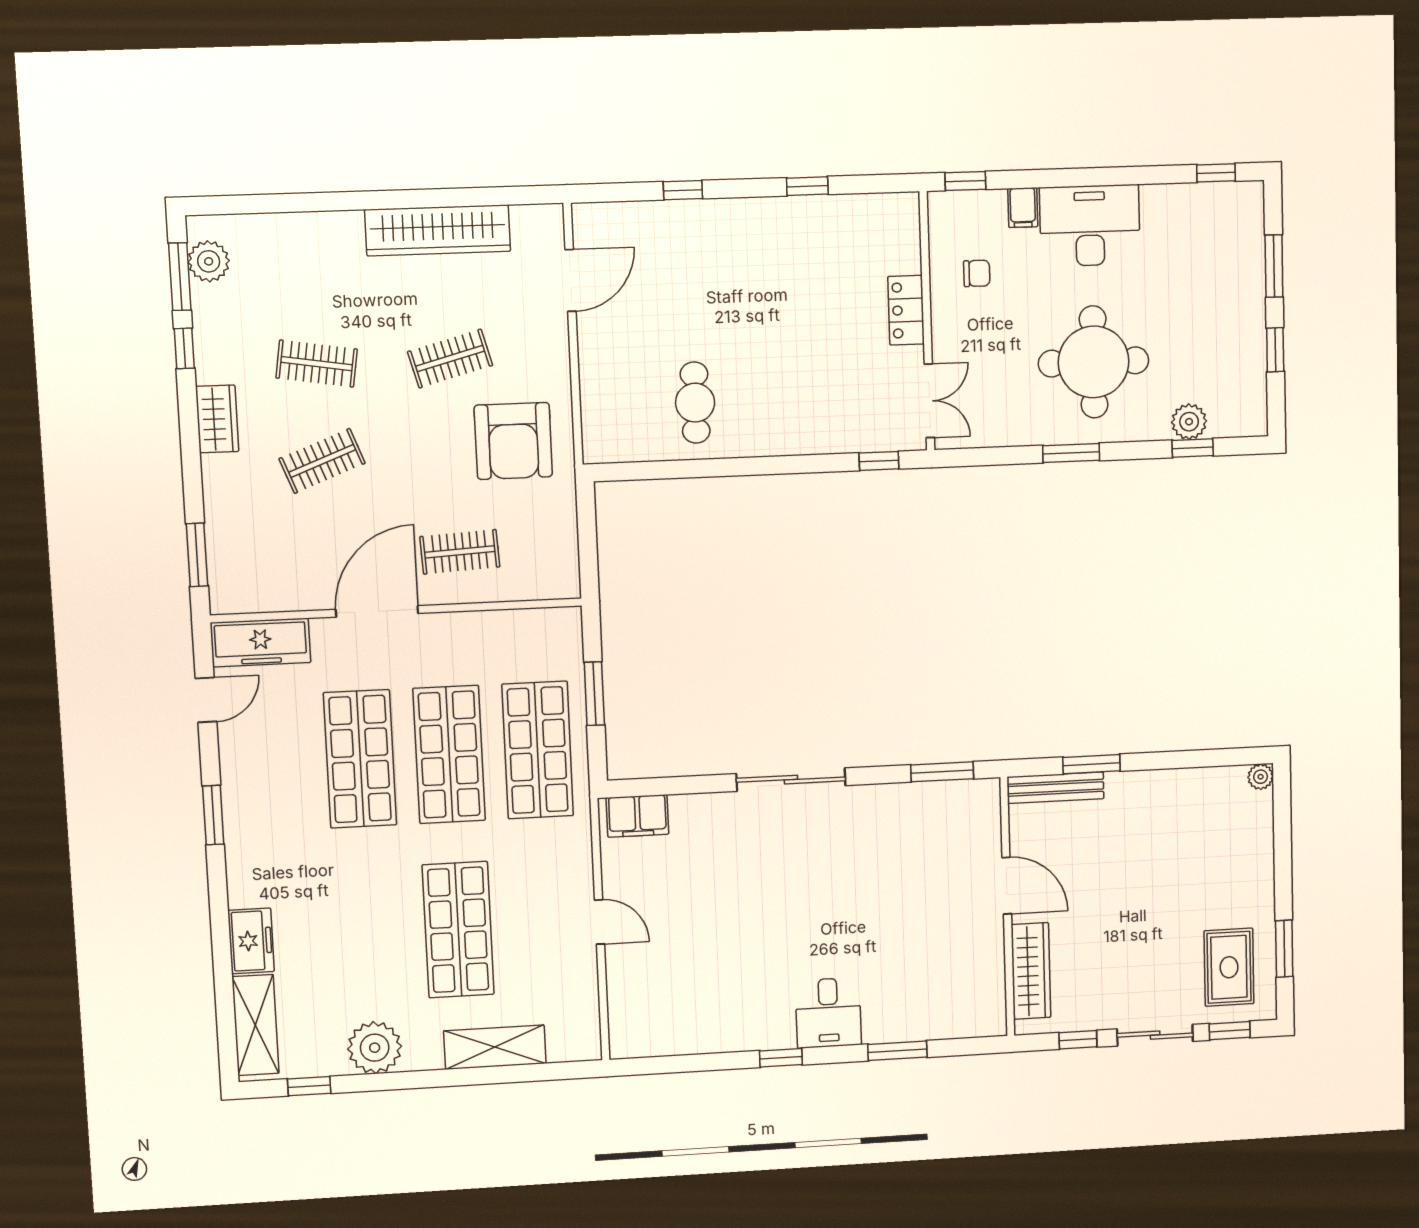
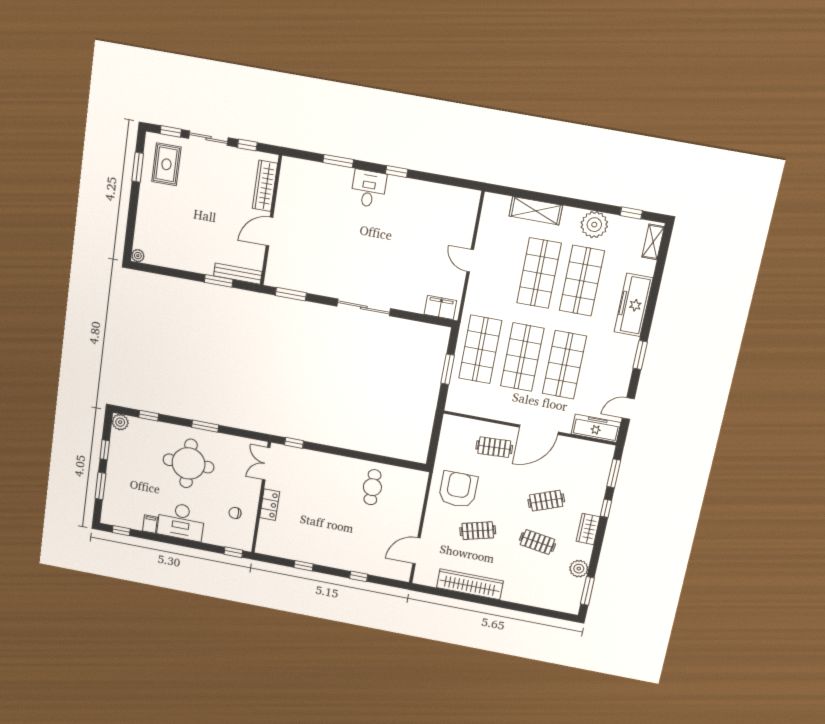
filing cabinet: (1023, 208) -> (150, 524), moved
plant: (209, 261) -> (579, 569), moved
window: (184, 348) -> (606, 508), moved
plant: (1189, 422) -> (120, 422), moved
door: (1007, 886) -> (269, 231), hinge flipped
shop shelf: (370, 935) -> (582, 281), added
freezer: (251, 941) -> (633, 305), width x1.91, depth x1.26
shelving: (255, 1025) -> (653, 242), width x0.67, depth x0.75

